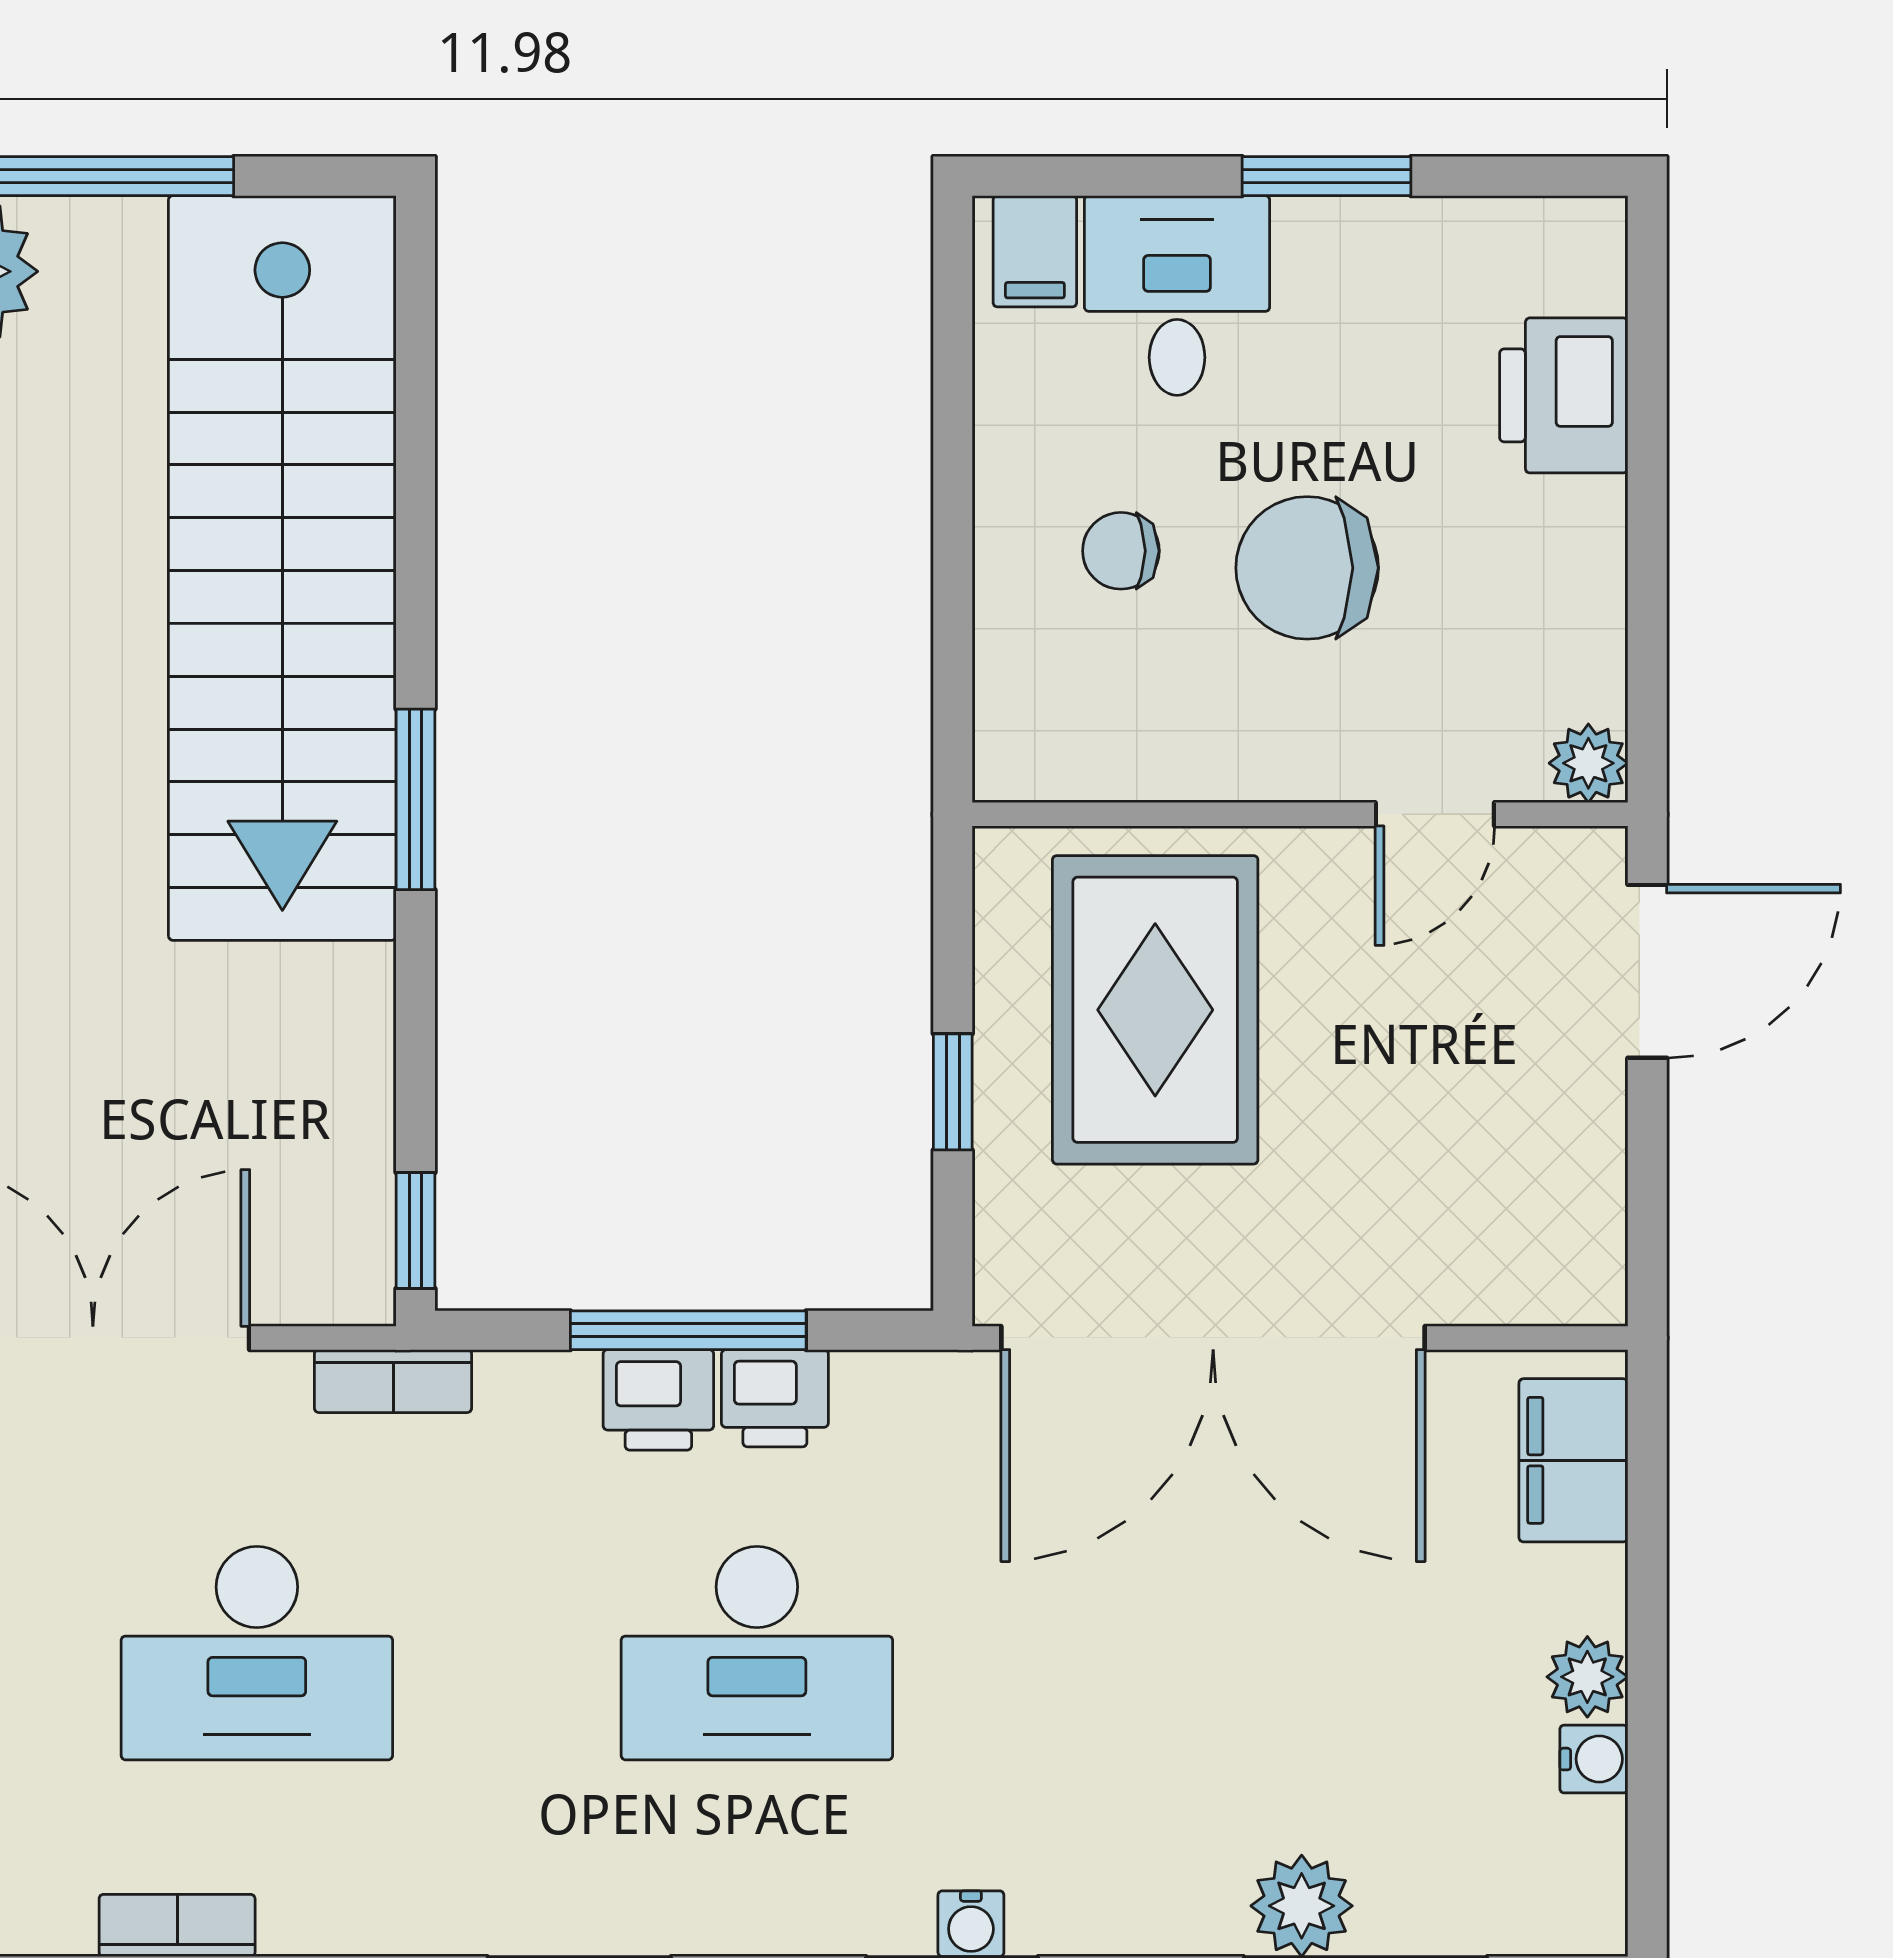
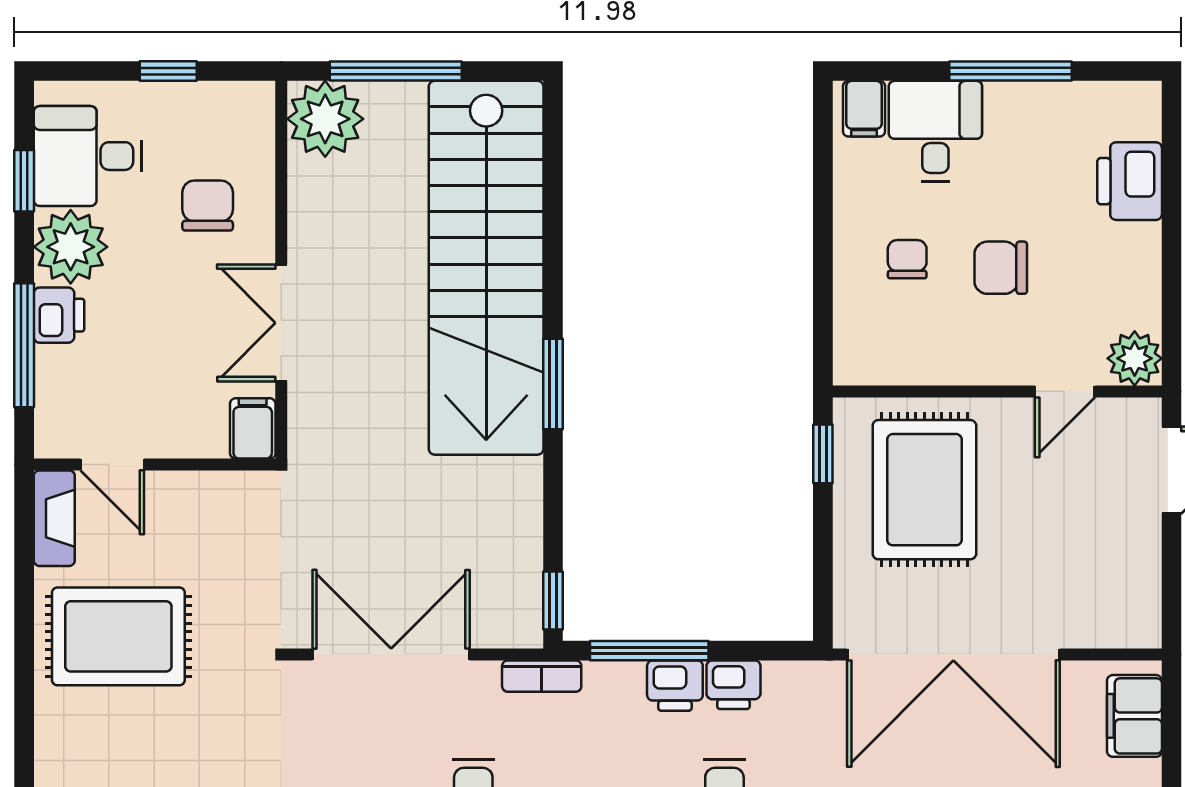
window: (1327, 176) -> (1010, 71), width x1.44
chair: (1121, 551) -> (907, 259), turned 90
chair: (1307, 568) -> (1001, 268), width x0.73, depth x0.73
plant: (1588, 763) -> (1135, 358), width x1.38, depth x1.38
window: (953, 1092) -> (823, 454), moved
window: (688, 1330) -> (649, 651), moved

